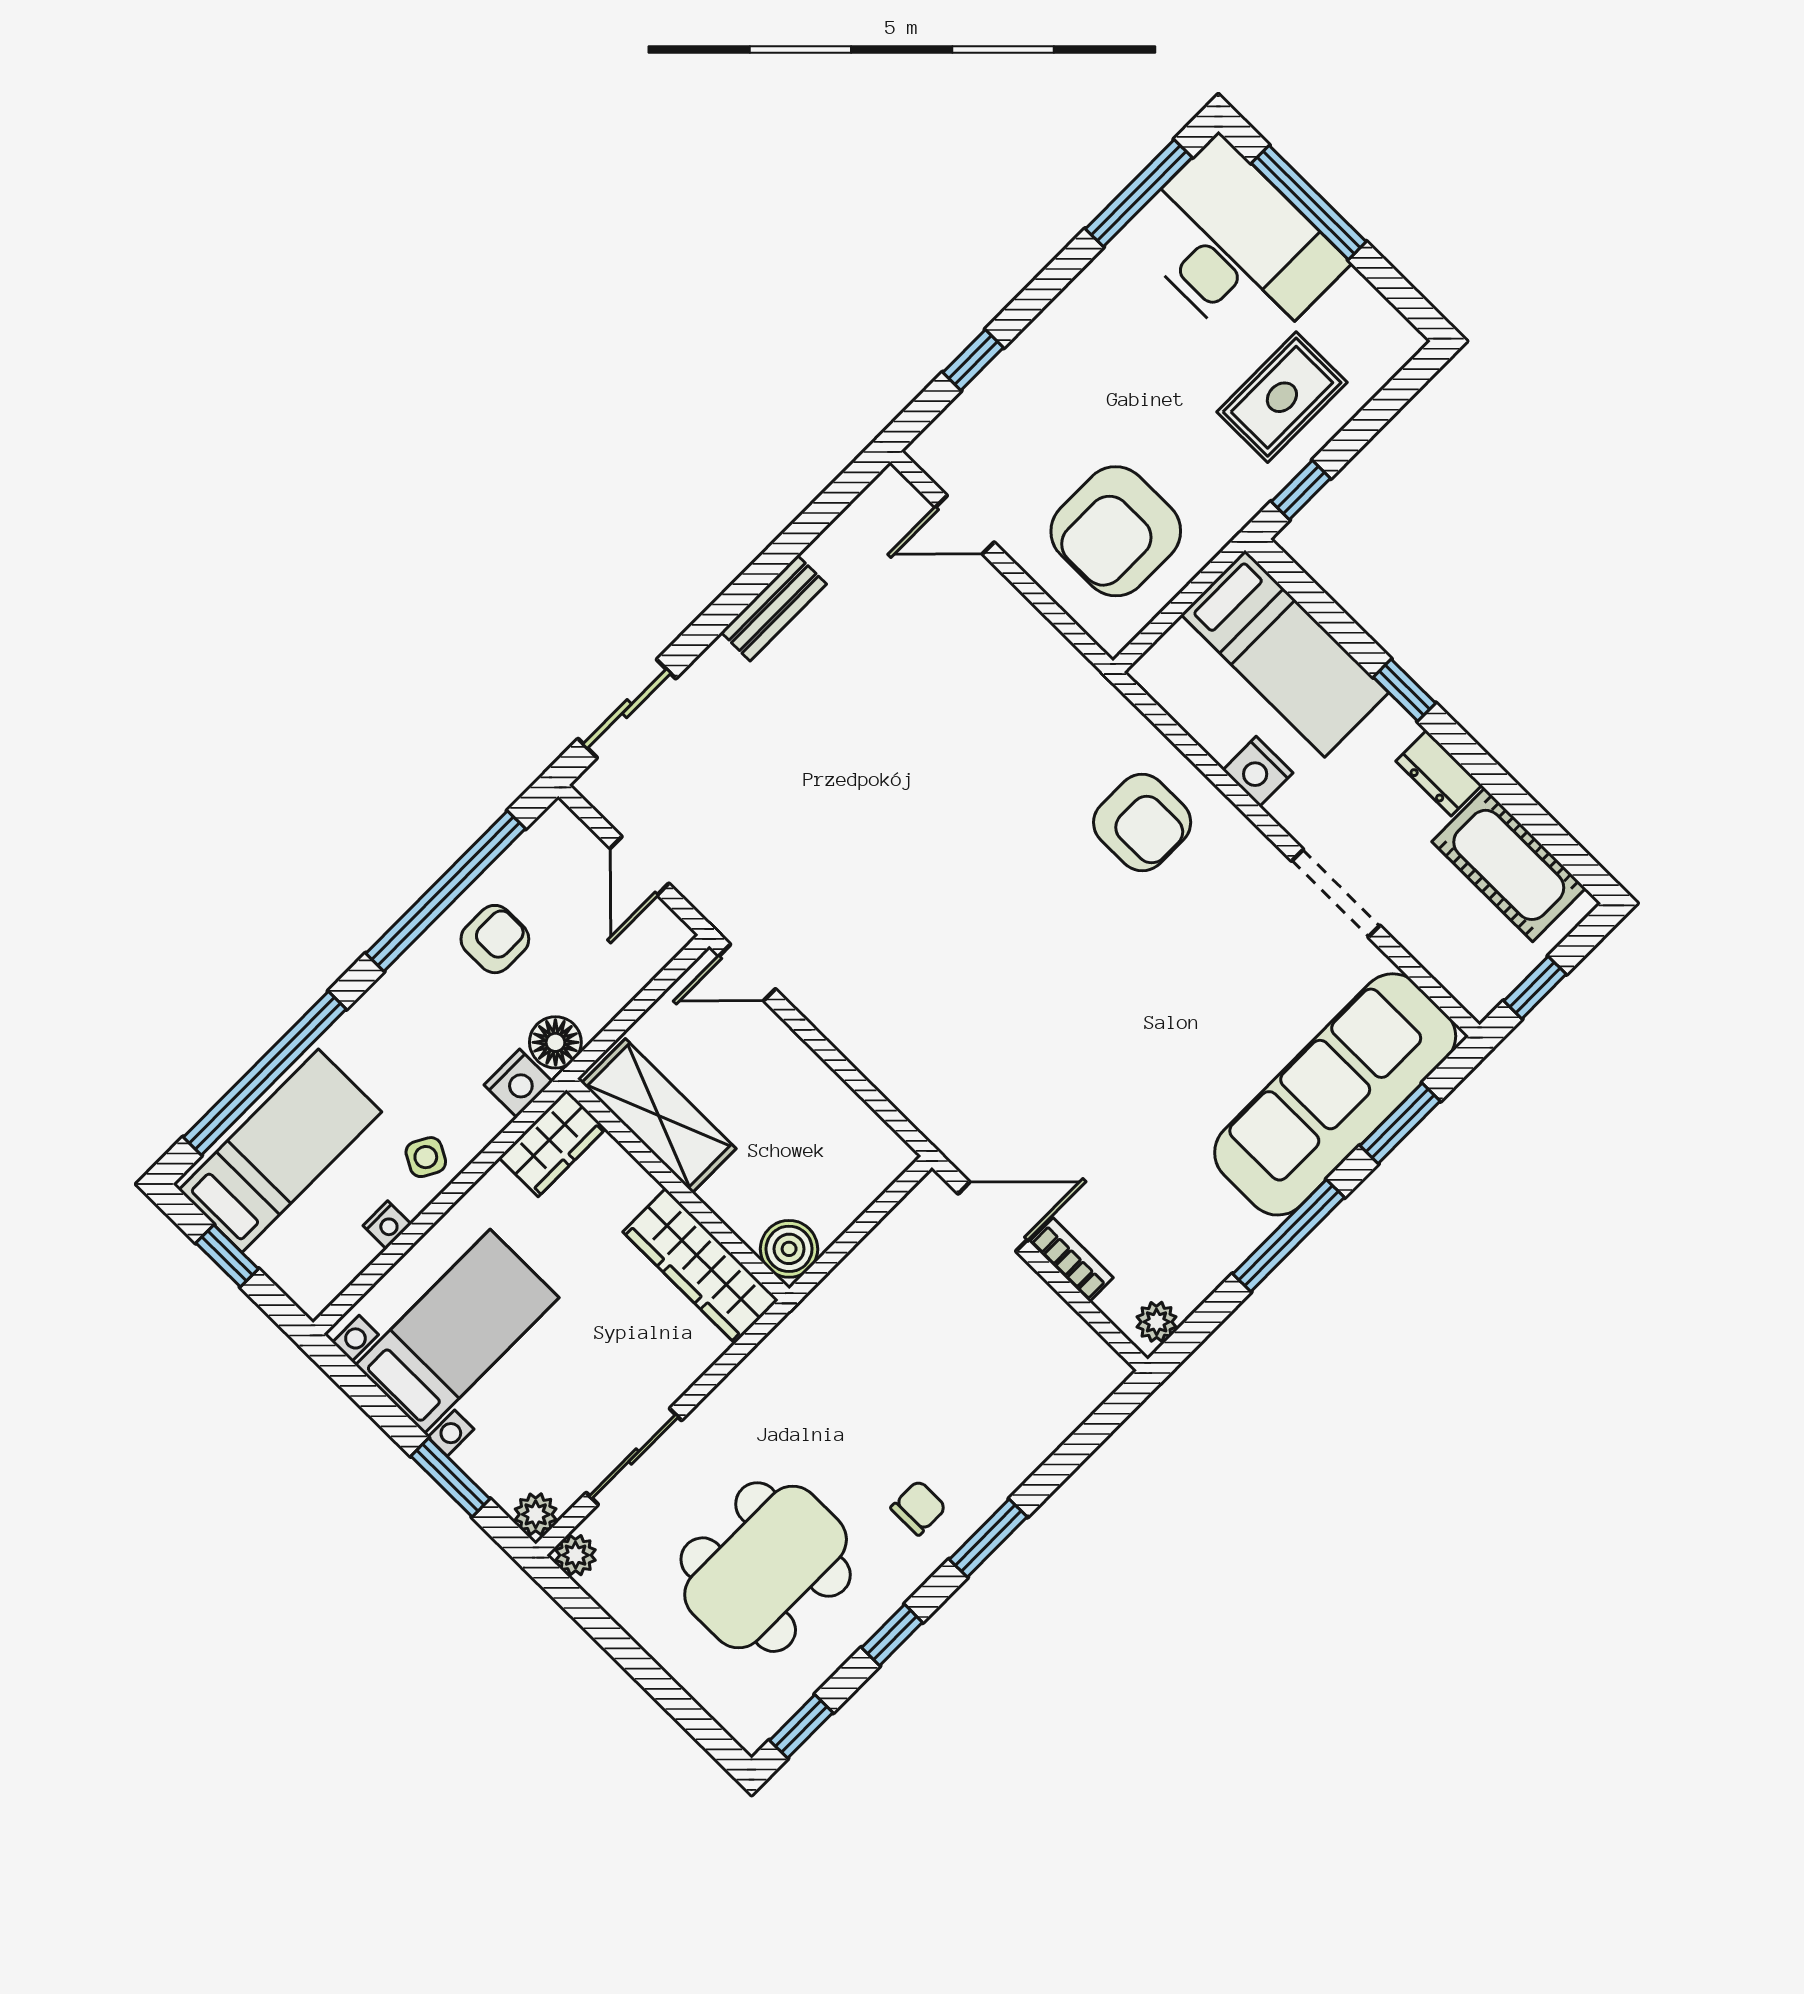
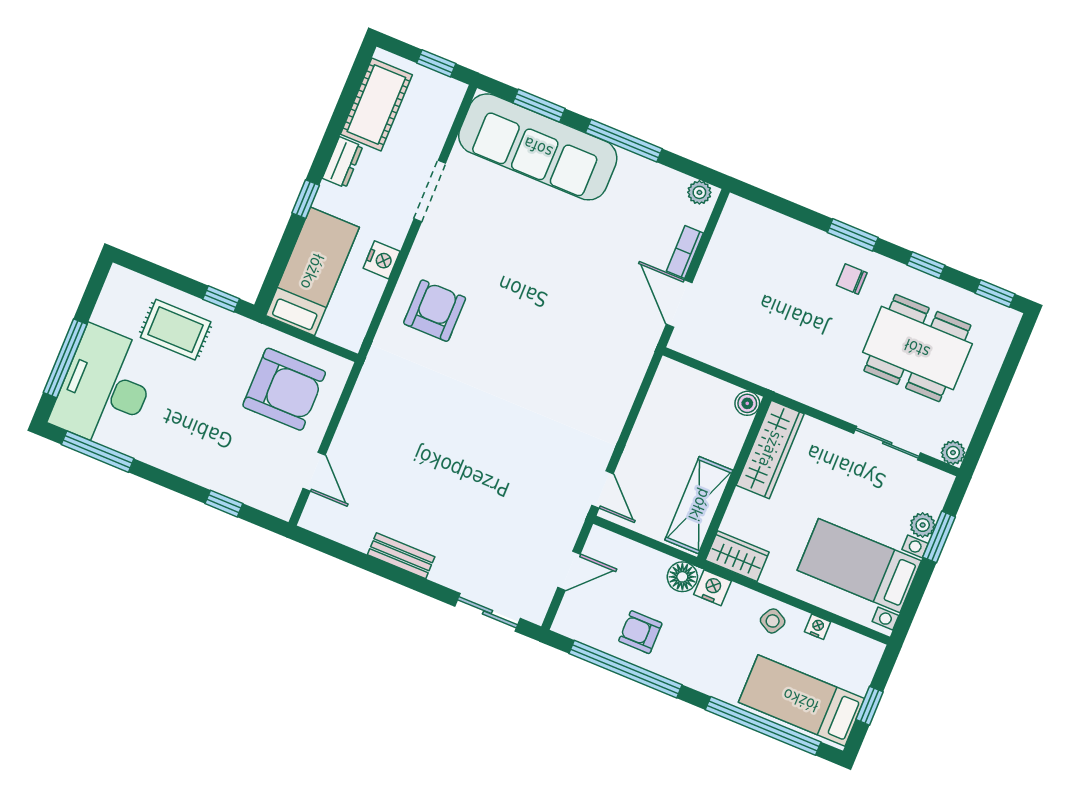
boiler: (789, 1249) -> (747, 403), width x0.73, depth x0.73
plant: (536, 1514) -> (923, 525), moved

